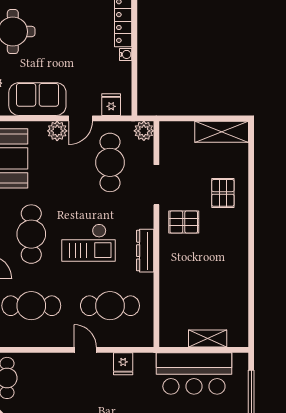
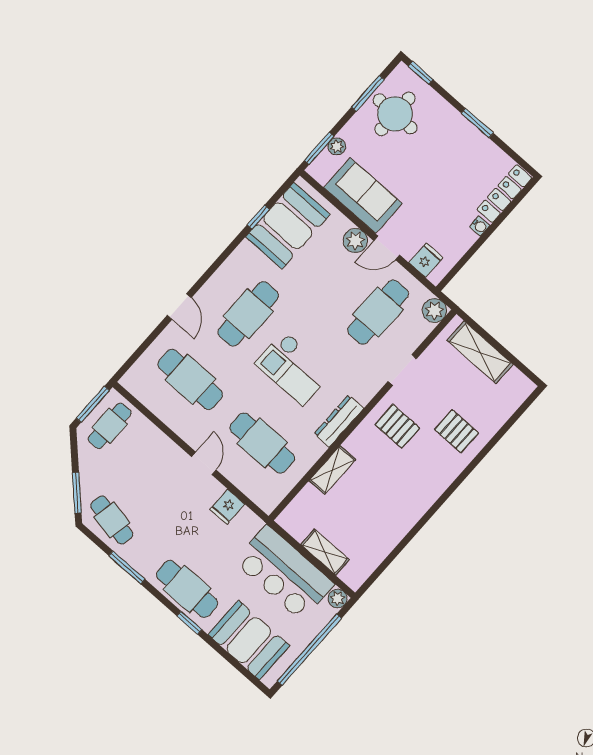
shelving: (222, 132) -> (480, 352), moved
doorway: (156, 185) -> (402, 370), width x0.73
pallet: (223, 193) -> (457, 431), turned 90
shelving: (168, 284) -> (332, 470), added
plant: (241, 360) -> (338, 599), added

